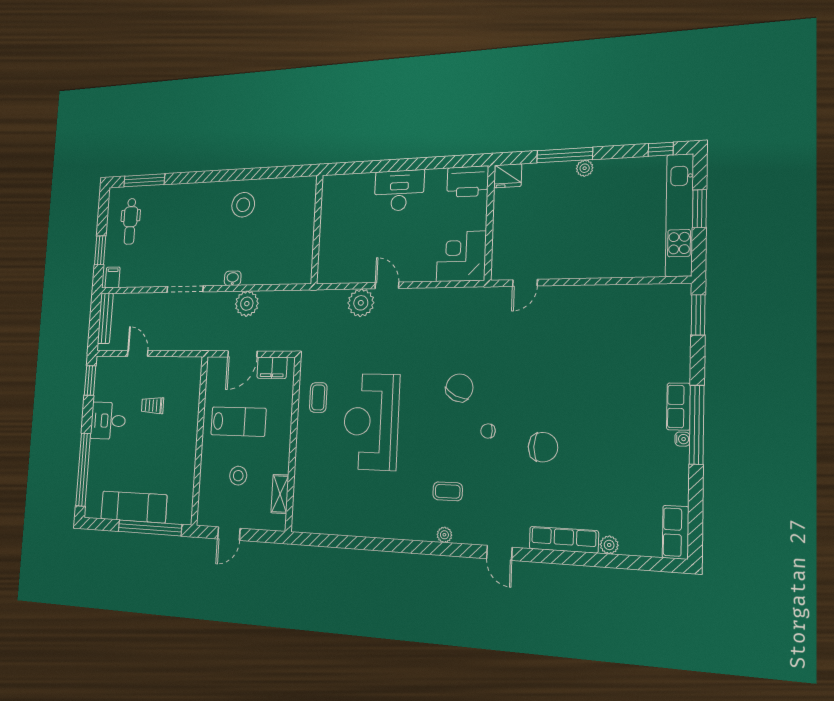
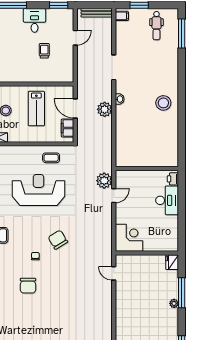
printer: (468, 182) -> (173, 179), moved, width x0.53, depth x0.68
dental chair: (130, 221) -> (156, 26), turned -90
wall: (317, 229) -> (147, 168), moved
chair: (459, 388) -> (58, 240), turned -146

